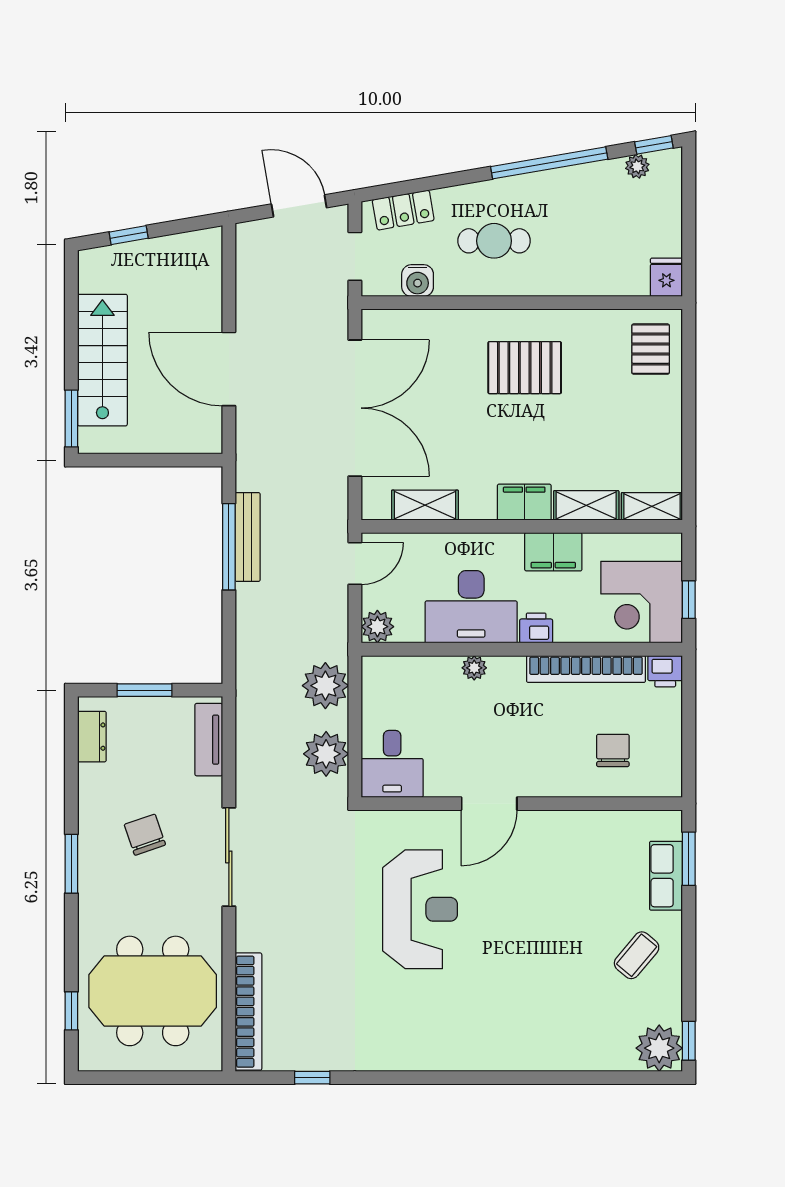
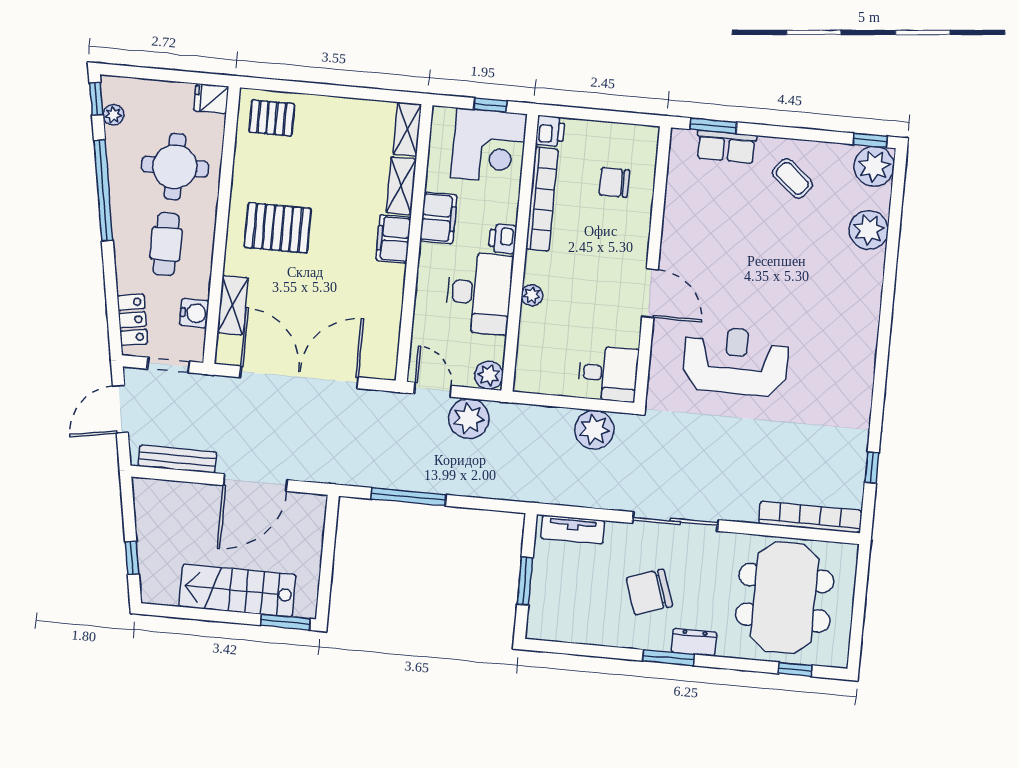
round table: (584, 243) -> (175, 167), added
pallet: (525, 368) -> (278, 228), turned 90
shelving: (425, 505) -> (233, 305), moved
bench: (248, 537) -> (177, 459), moved
plant: (325, 686) -> (469, 419), moved
dresser: (92, 737) -> (694, 642), moved
chair: (145, 835) -> (649, 592), width x1.37, depth x1.37
plant: (585, 1049) -> (869, 230), added

